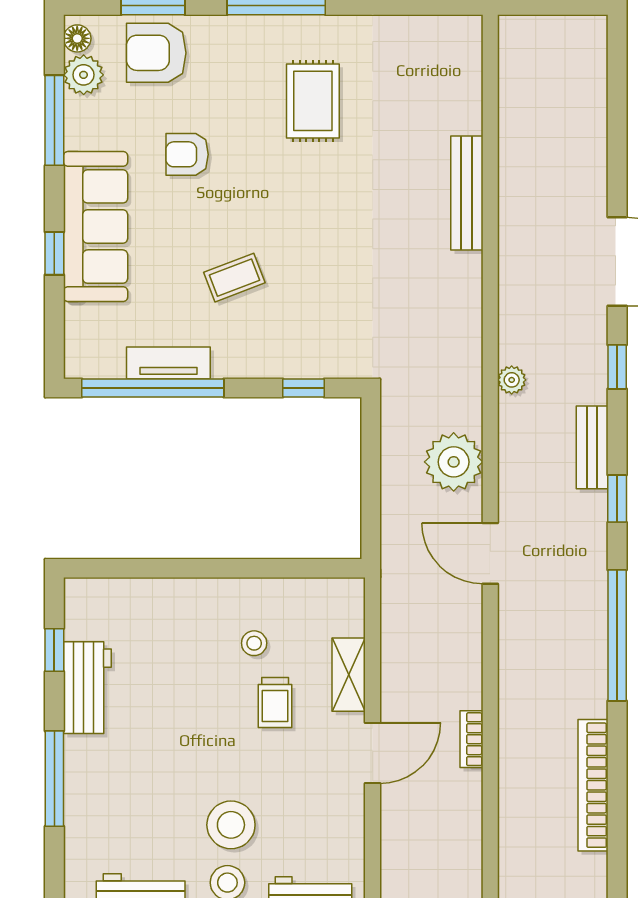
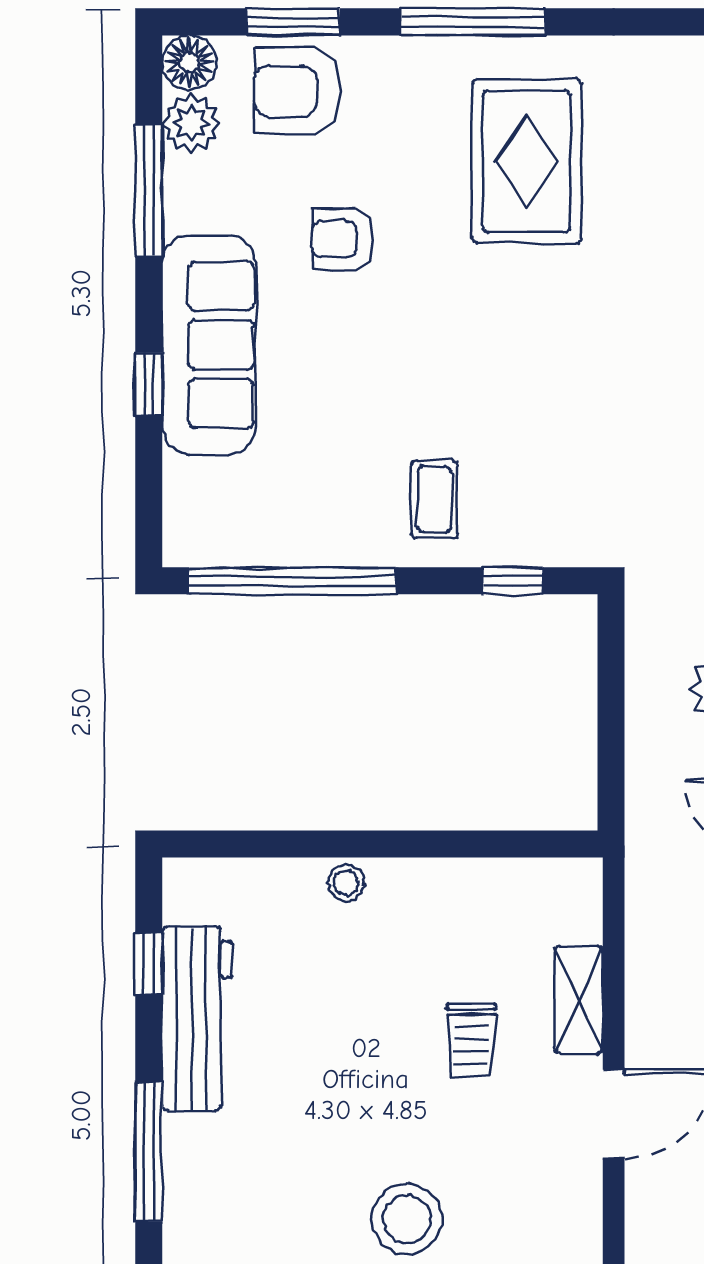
floor lamp: (77, 38) -> (190, 63), width x1.37, depth x1.37
rug: (313, 101) -> (526, 161), width x1.36, depth x1.43
coffee table: (234, 278) -> (434, 499), moved, turned -69
tv unit: (168, 363) -> (315, 544), removed
stool: (254, 643) -> (346, 883), moved
workbench: (87, 688) -> (197, 1019), width x1.38

